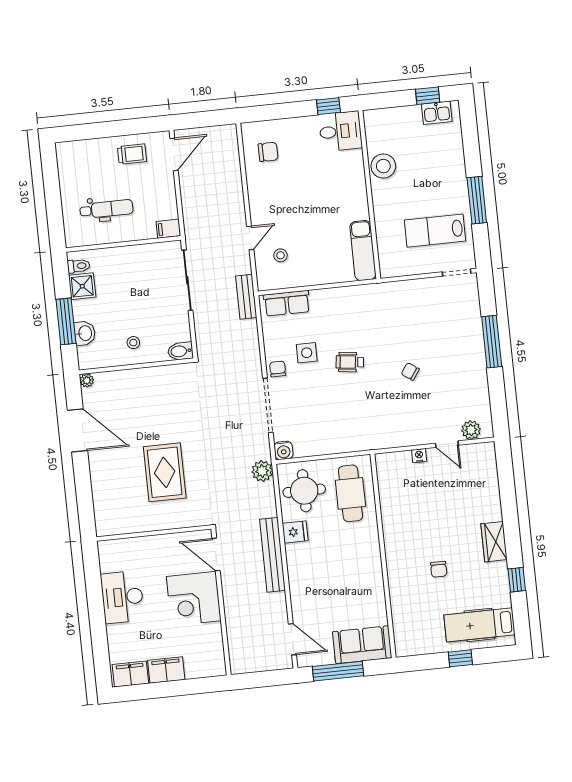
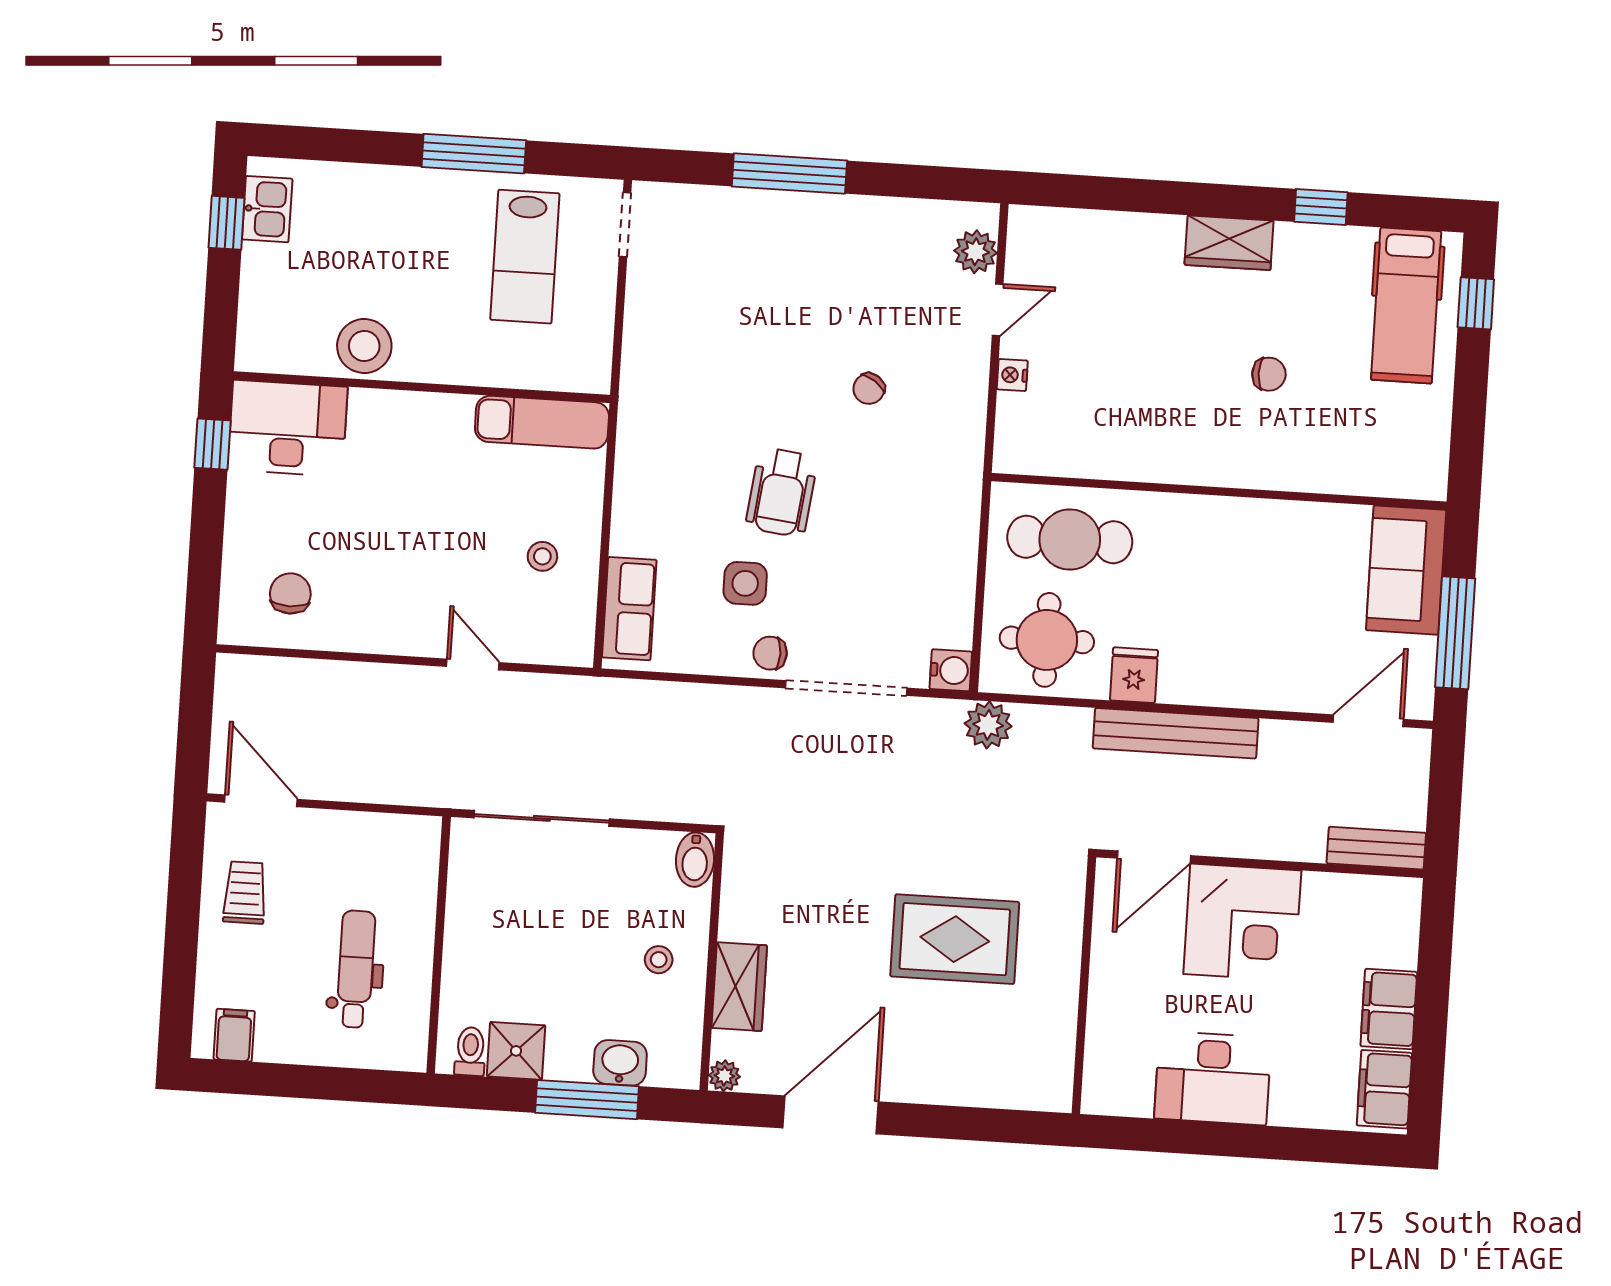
desk: (340, 131) -> (288, 428), width x1.37
filing cabinet: (168, 229) -> (234, 1035), moved, turned 180
stool: (280, 255) -> (542, 556), moved
bench: (246, 297) -> (1376, 848), moved
wheelchair: (350, 362) -> (782, 492), width x1.36, depth x1.37
chair: (410, 371) -> (869, 389), moved
wardrobe: (127, 380) -> (739, 987), added
window: (460, 658) -> (1476, 303), moved

